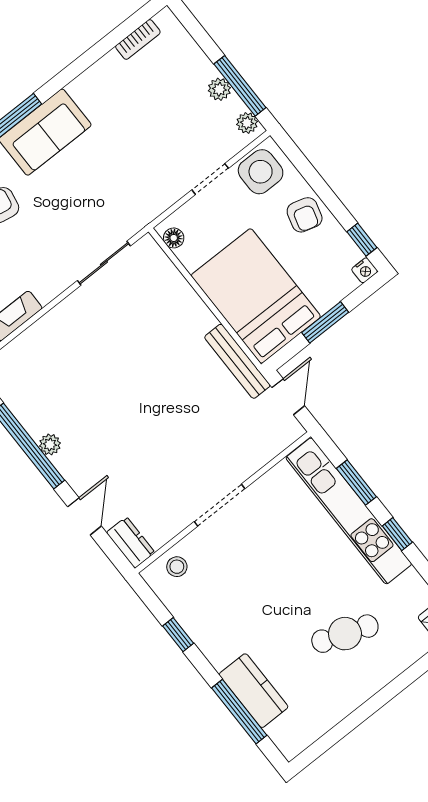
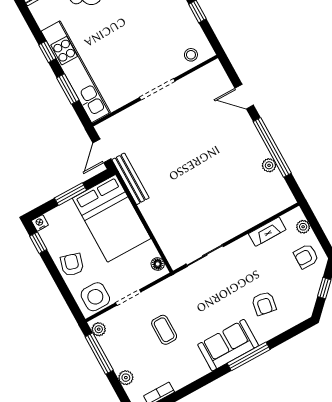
plant: (219, 89) -> (126, 378), moved
coffee table: (147, 139) -> (164, 330), added
plant: (50, 444) -> (269, 165), moved
door: (85, 516) -> (244, 97), hinge flipped
dresser: (131, 542) -> (218, 75), removed

